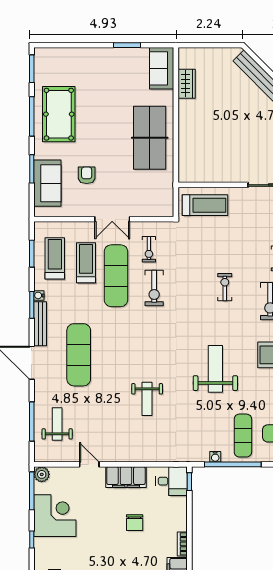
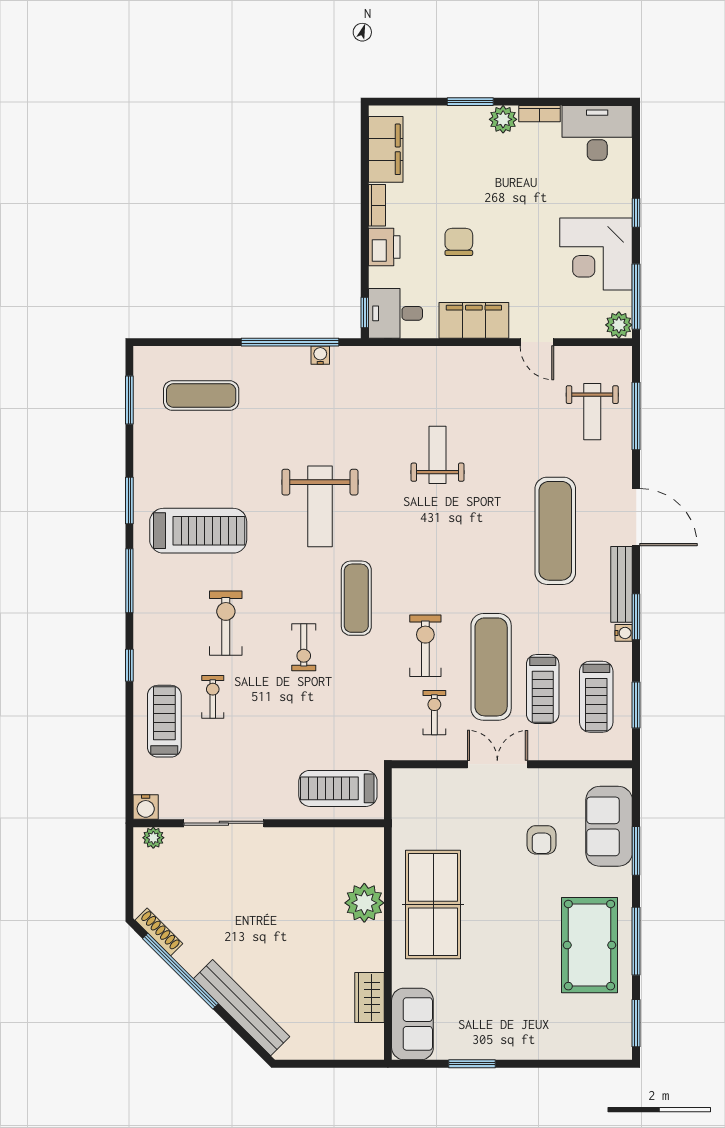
plant: (190, 139) -> (364, 903), added
exercise mat: (243, 436) -> (356, 598), moved
printer: (178, 520) -> (384, 247), added

